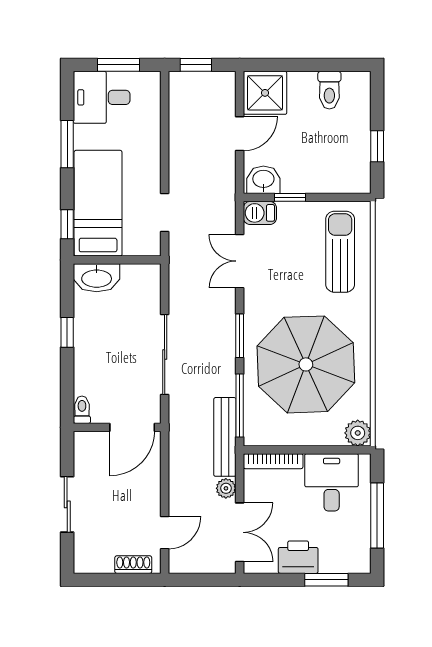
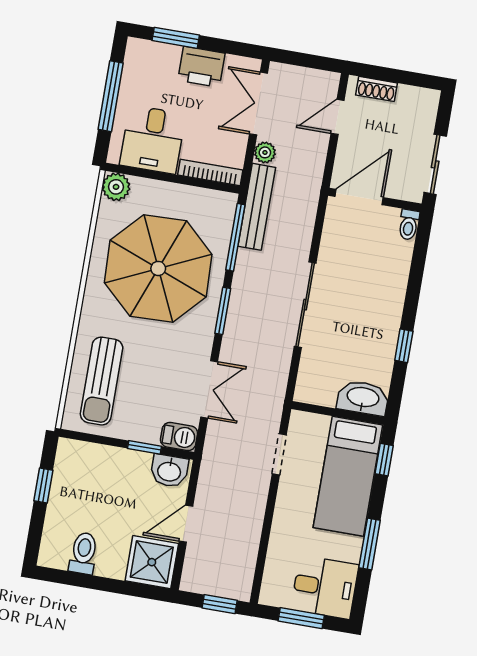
toilet: (82, 410) -> (409, 225), moved
wall: (117, 427) -> (375, 200), moved
door: (132, 427) -> (359, 197), moved

